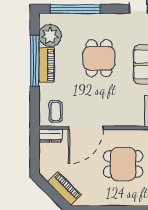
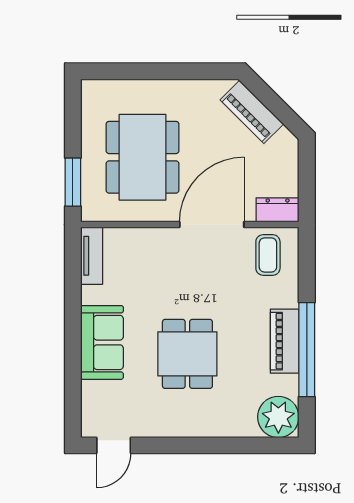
window: (75, 9) -> (231, 445), removed
plant: (50, 36) -> (278, 417), moved
dining table: (123, 164) -> (142, 157), width x1.38

